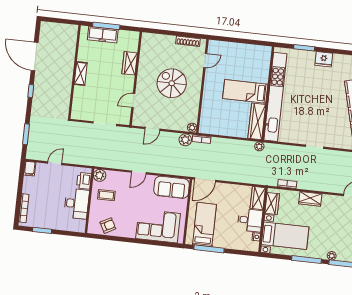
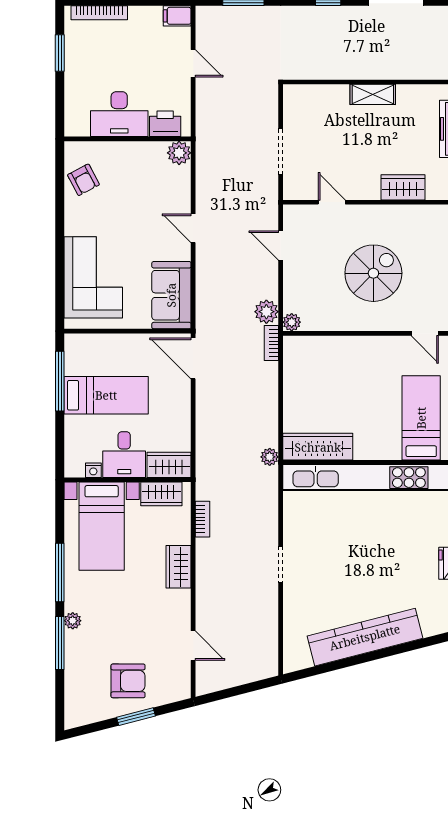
bed: (245, 91) -> (421, 418), moved
coffee table: (106, 195) -> (142, 170), removed
bed: (204, 225) -> (106, 395), moved

